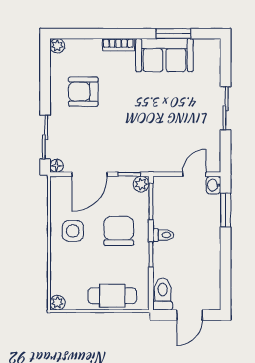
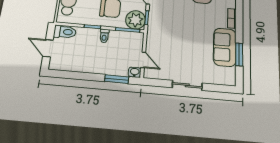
plant: (141, 184) -> (135, 20), width x1.88, depth x1.88

